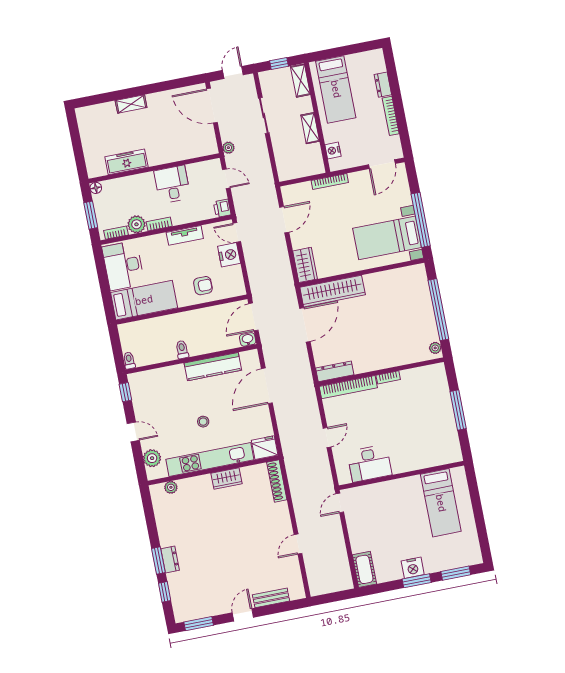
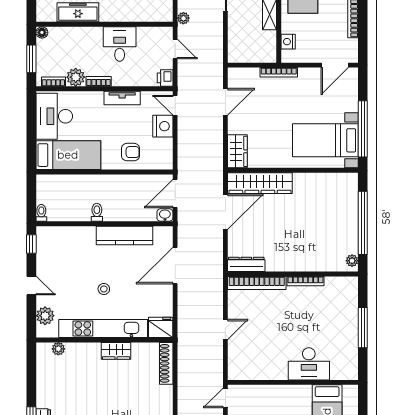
bookcase: (388, 377) -> (306, 281), width x1.56
desk: (369, 463) -> (309, 364), moved

